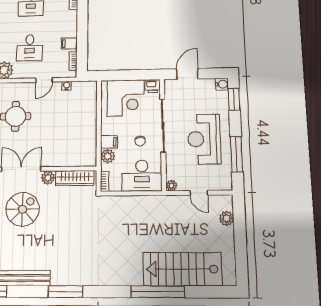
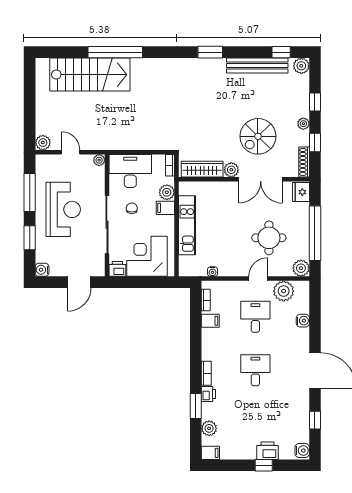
door: (44, 80) -> (258, 279), moved
window: (234, 99) -> (30, 238), moved
kitchen unit: (89, 126) -> (187, 225), added
plant: (227, 218) -> (43, 143), moved
window: (66, 291) -> (210, 52), width x0.69

